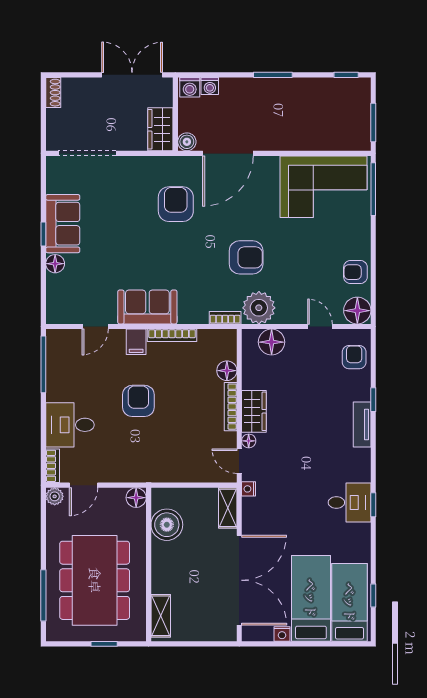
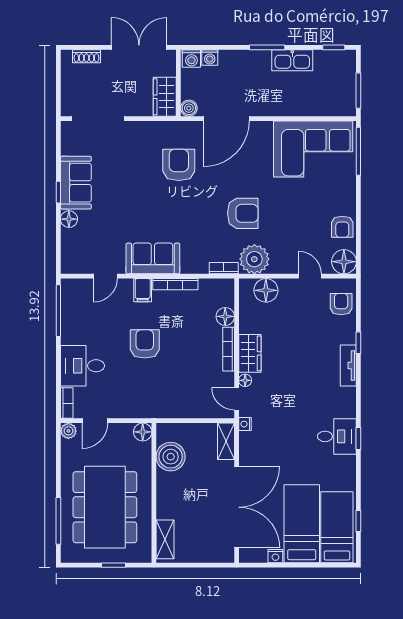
kitchen sink: (300, 89) -> (292, 60), added
shoe rack: (53, 93) -> (86, 56), moved, turned 90
armchair: (355, 272) -> (342, 227), turned -90

